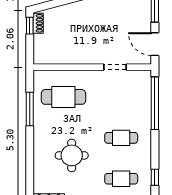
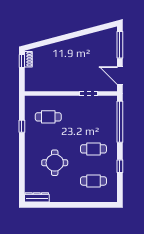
cafe table: (63, 97) -> (48, 117), width x0.73, depth x0.74
window: (30, 109) -> (22, 126), width x0.46
window: (155, 177) -> (120, 166), moved

